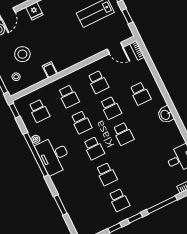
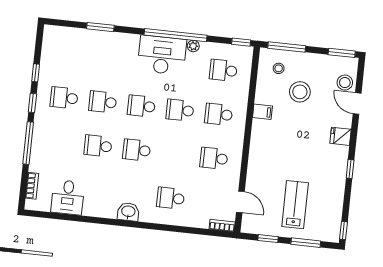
door: (115, 48) -> (240, 202), swing flipped
school desk: (111, 108) -> (98, 146), moved

